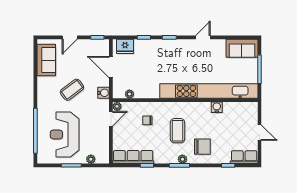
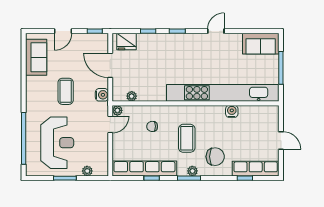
coffee table: (72, 90) -> (66, 91), turned -53
reception desk: (65, 134) -> (57, 143), turned 180
row of seats: (133, 157) -> (144, 168), width x1.36
row of seats: (244, 157) -> (256, 169), width x1.48

